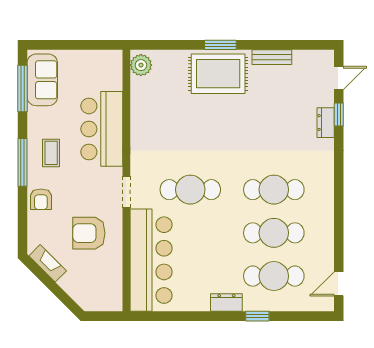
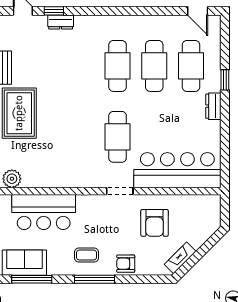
bar counter: (102, 129) -> (44, 212), moved
armchair: (41, 199) -> (126, 264), turned 180

